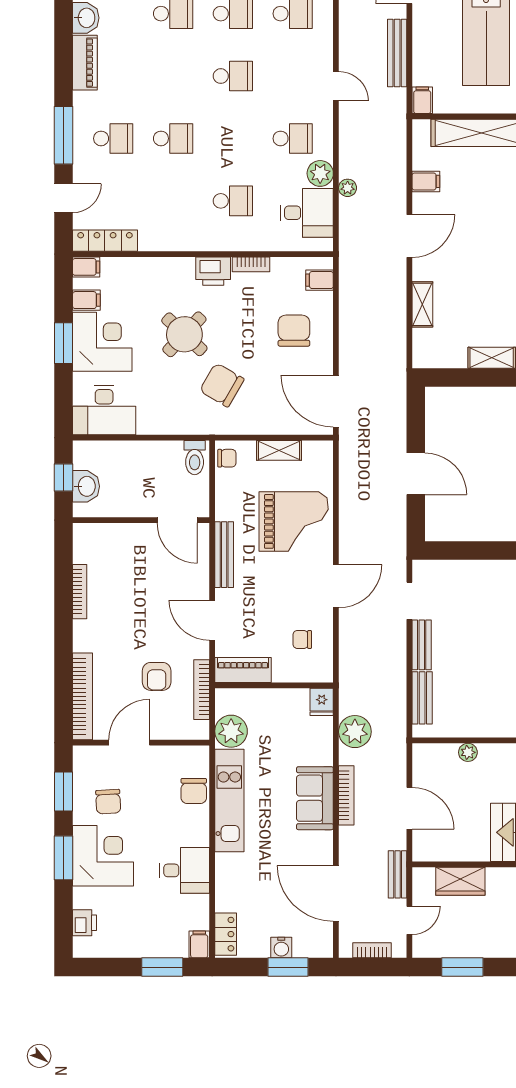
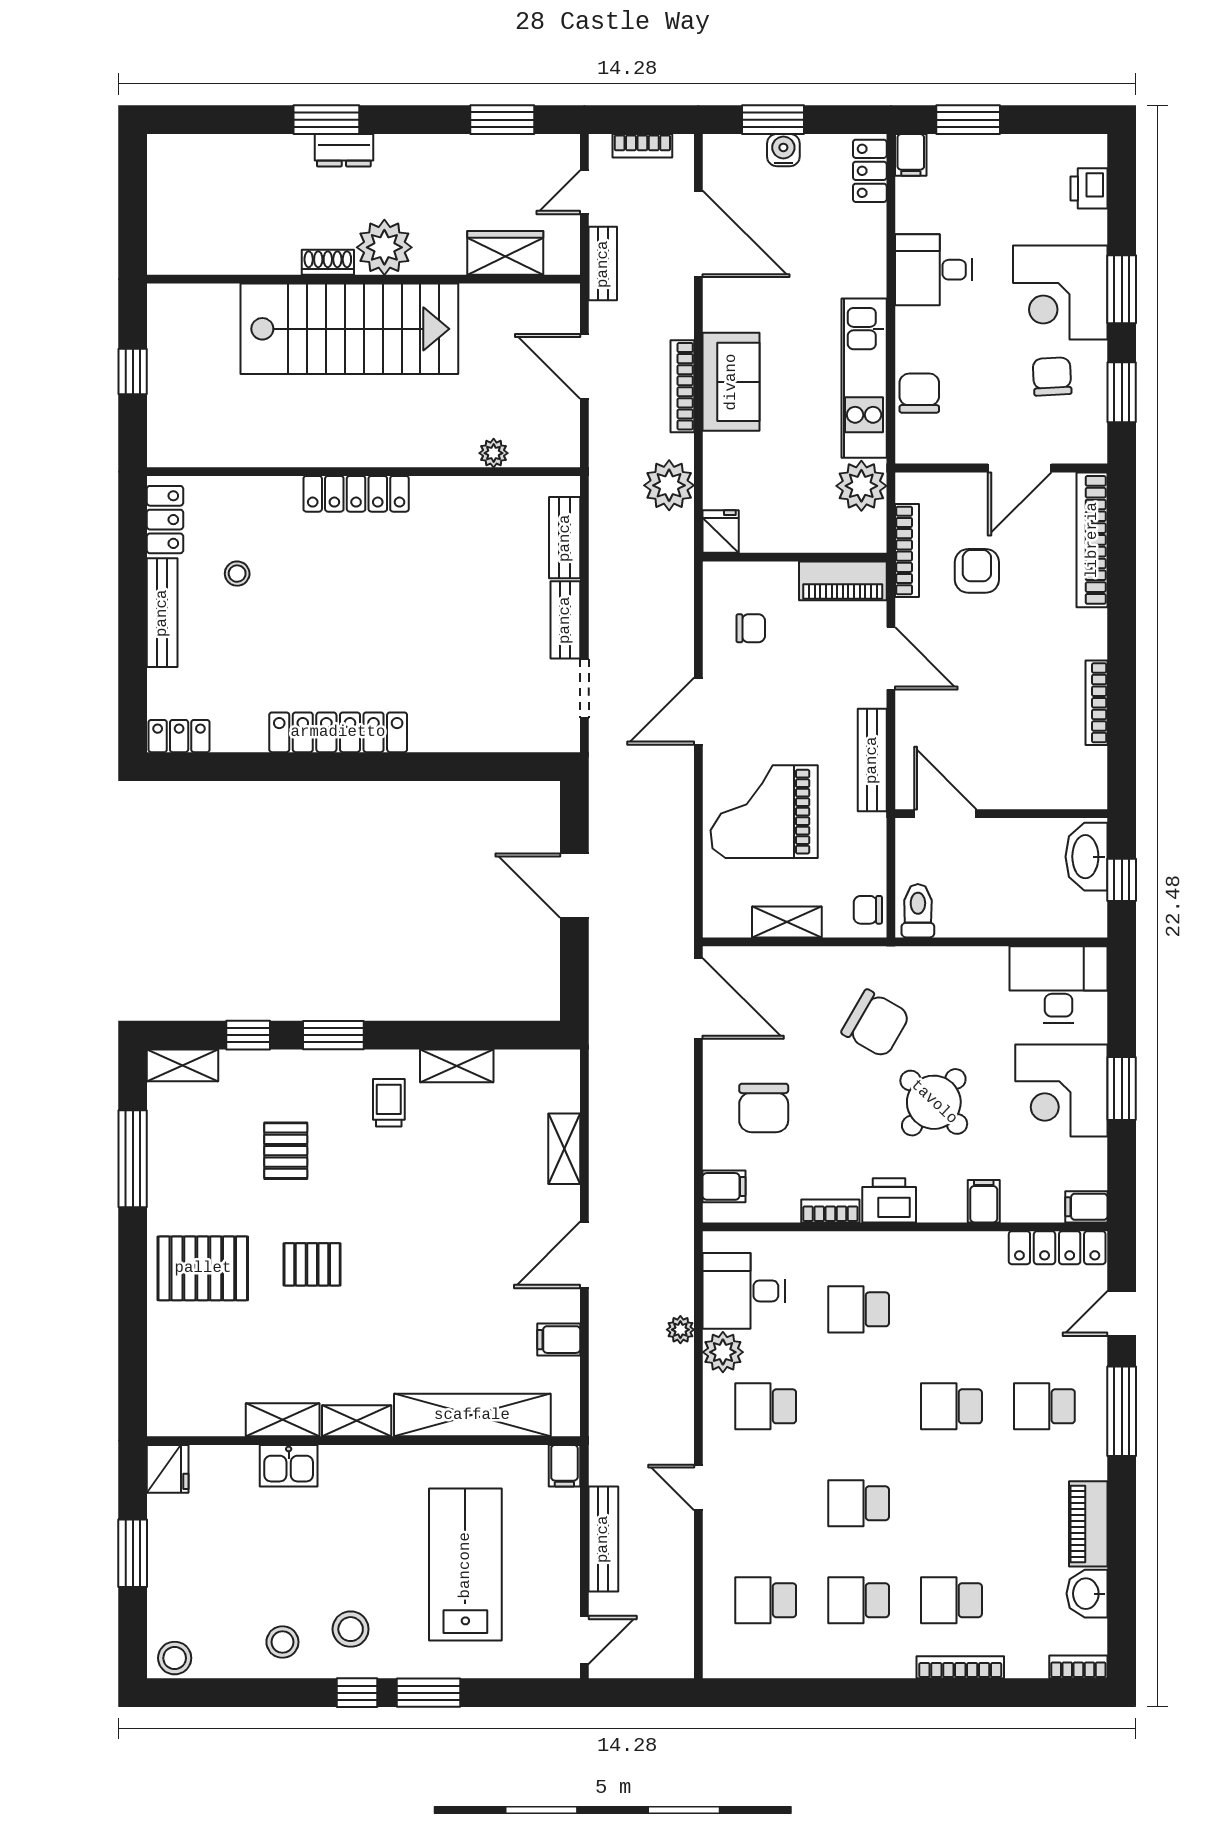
filing cabinet: (86, 300) -> (984, 1201), moved, turned 90
washbasin: (86, 486) -> (1087, 857), width x1.38

